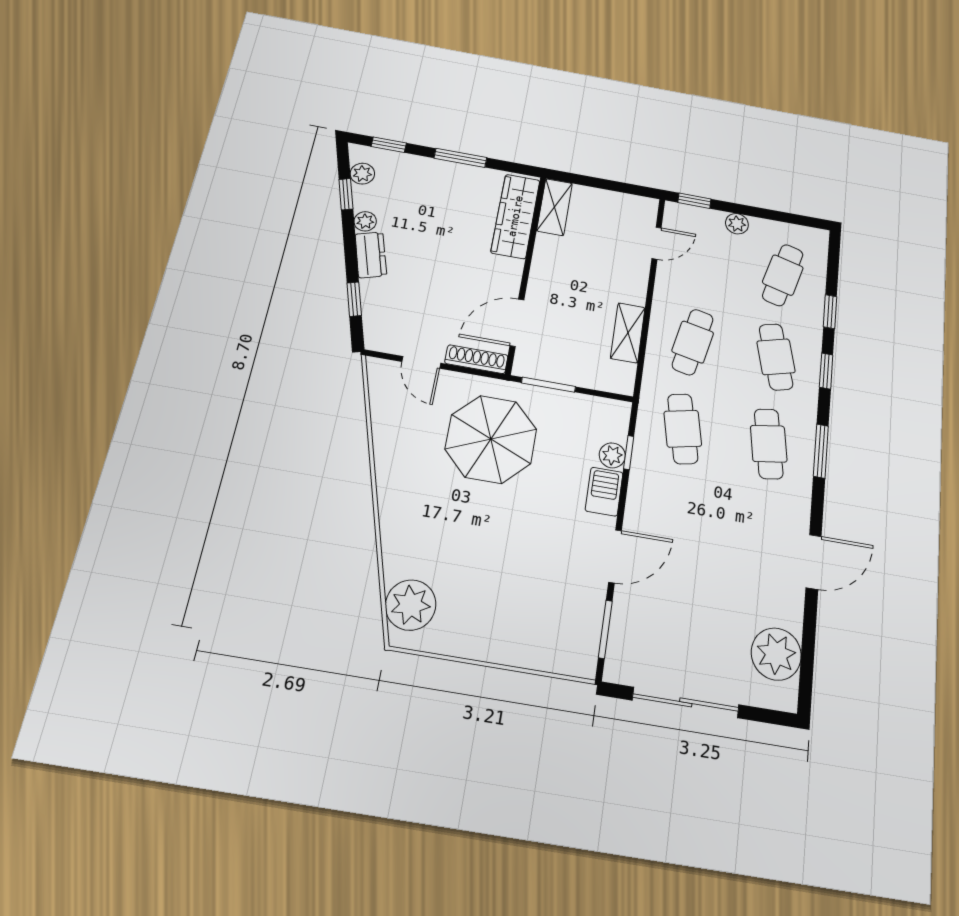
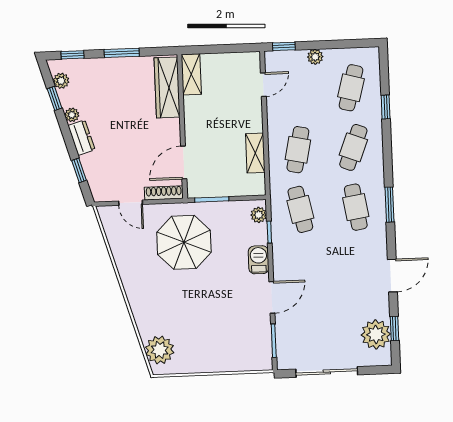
cafe table: (776, 357) -> (353, 147), turned 36
window: (826, 371) -> (394, 328), moved
plant: (612, 455) -> (259, 215), moved

